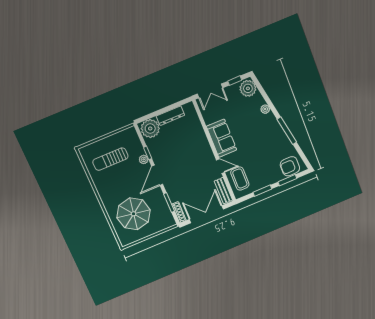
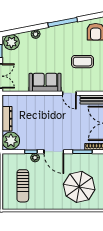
door: (221, 166) -> (69, 93), swing flipped
coffee table: (240, 178) -> (82, 62), moved

